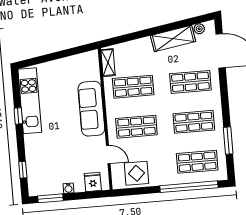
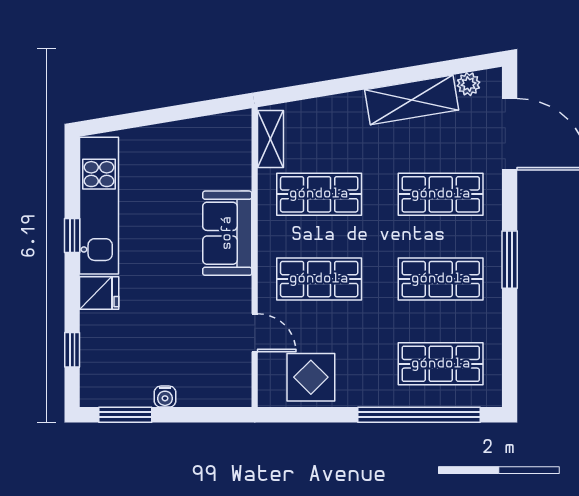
sofa: (91, 109) -> (227, 233), width x0.73
window: (228, 141) -> (510, 260), moved
fridge: (93, 182) -> (99, 293), moved, turned 90

